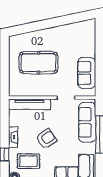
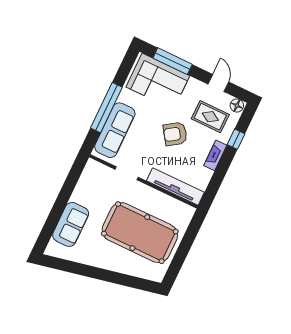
pool table: (39, 63) -> (140, 233), width x1.36, depth x1.32
sofa: (87, 73) -> (71, 224), moved

